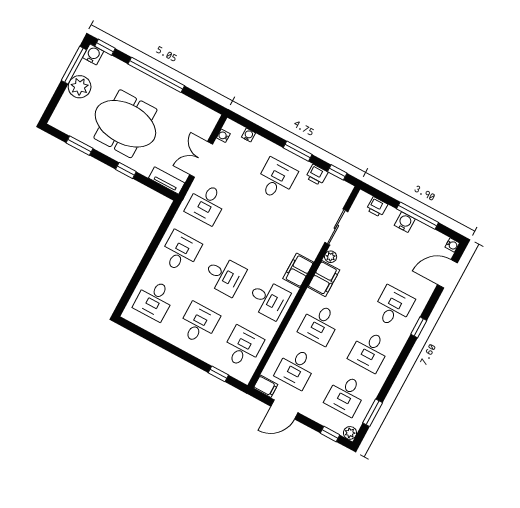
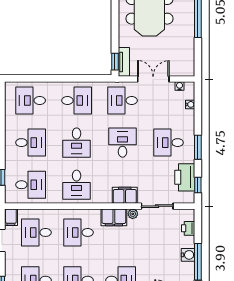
window: (126, 171) -> (115, 62), moved
printer: (317, 175) -> (185, 177), width x1.87, depth x1.48
desk: (276, 179) -> (169, 143), turned 180
desk: (250, 227) -> (123, 143), added
filing cabinet: (298, 270) -> (125, 195), moved

